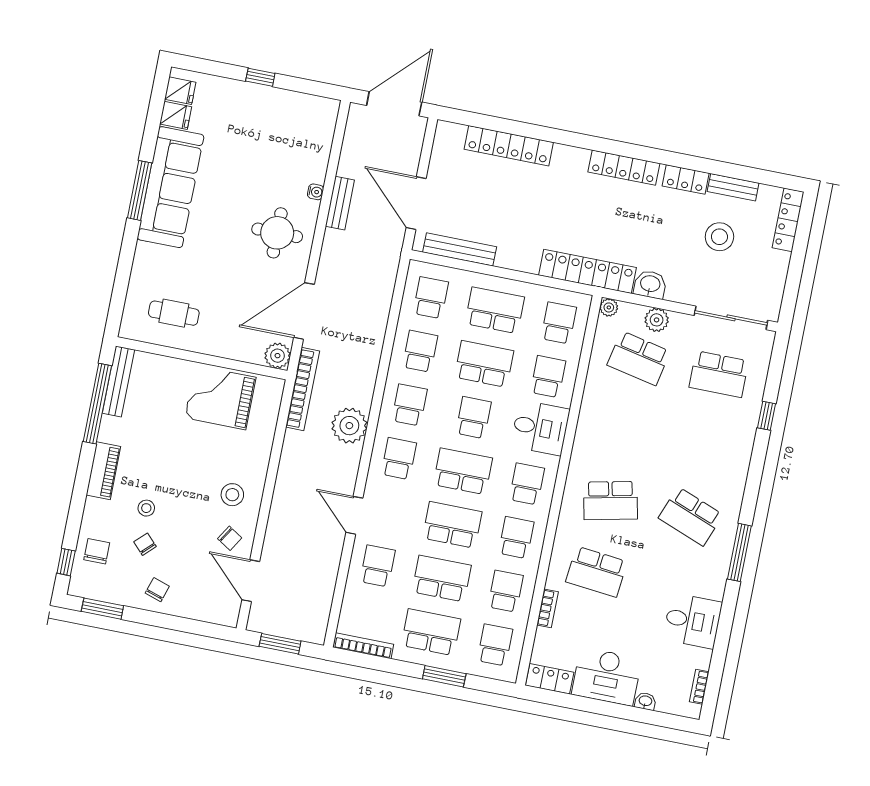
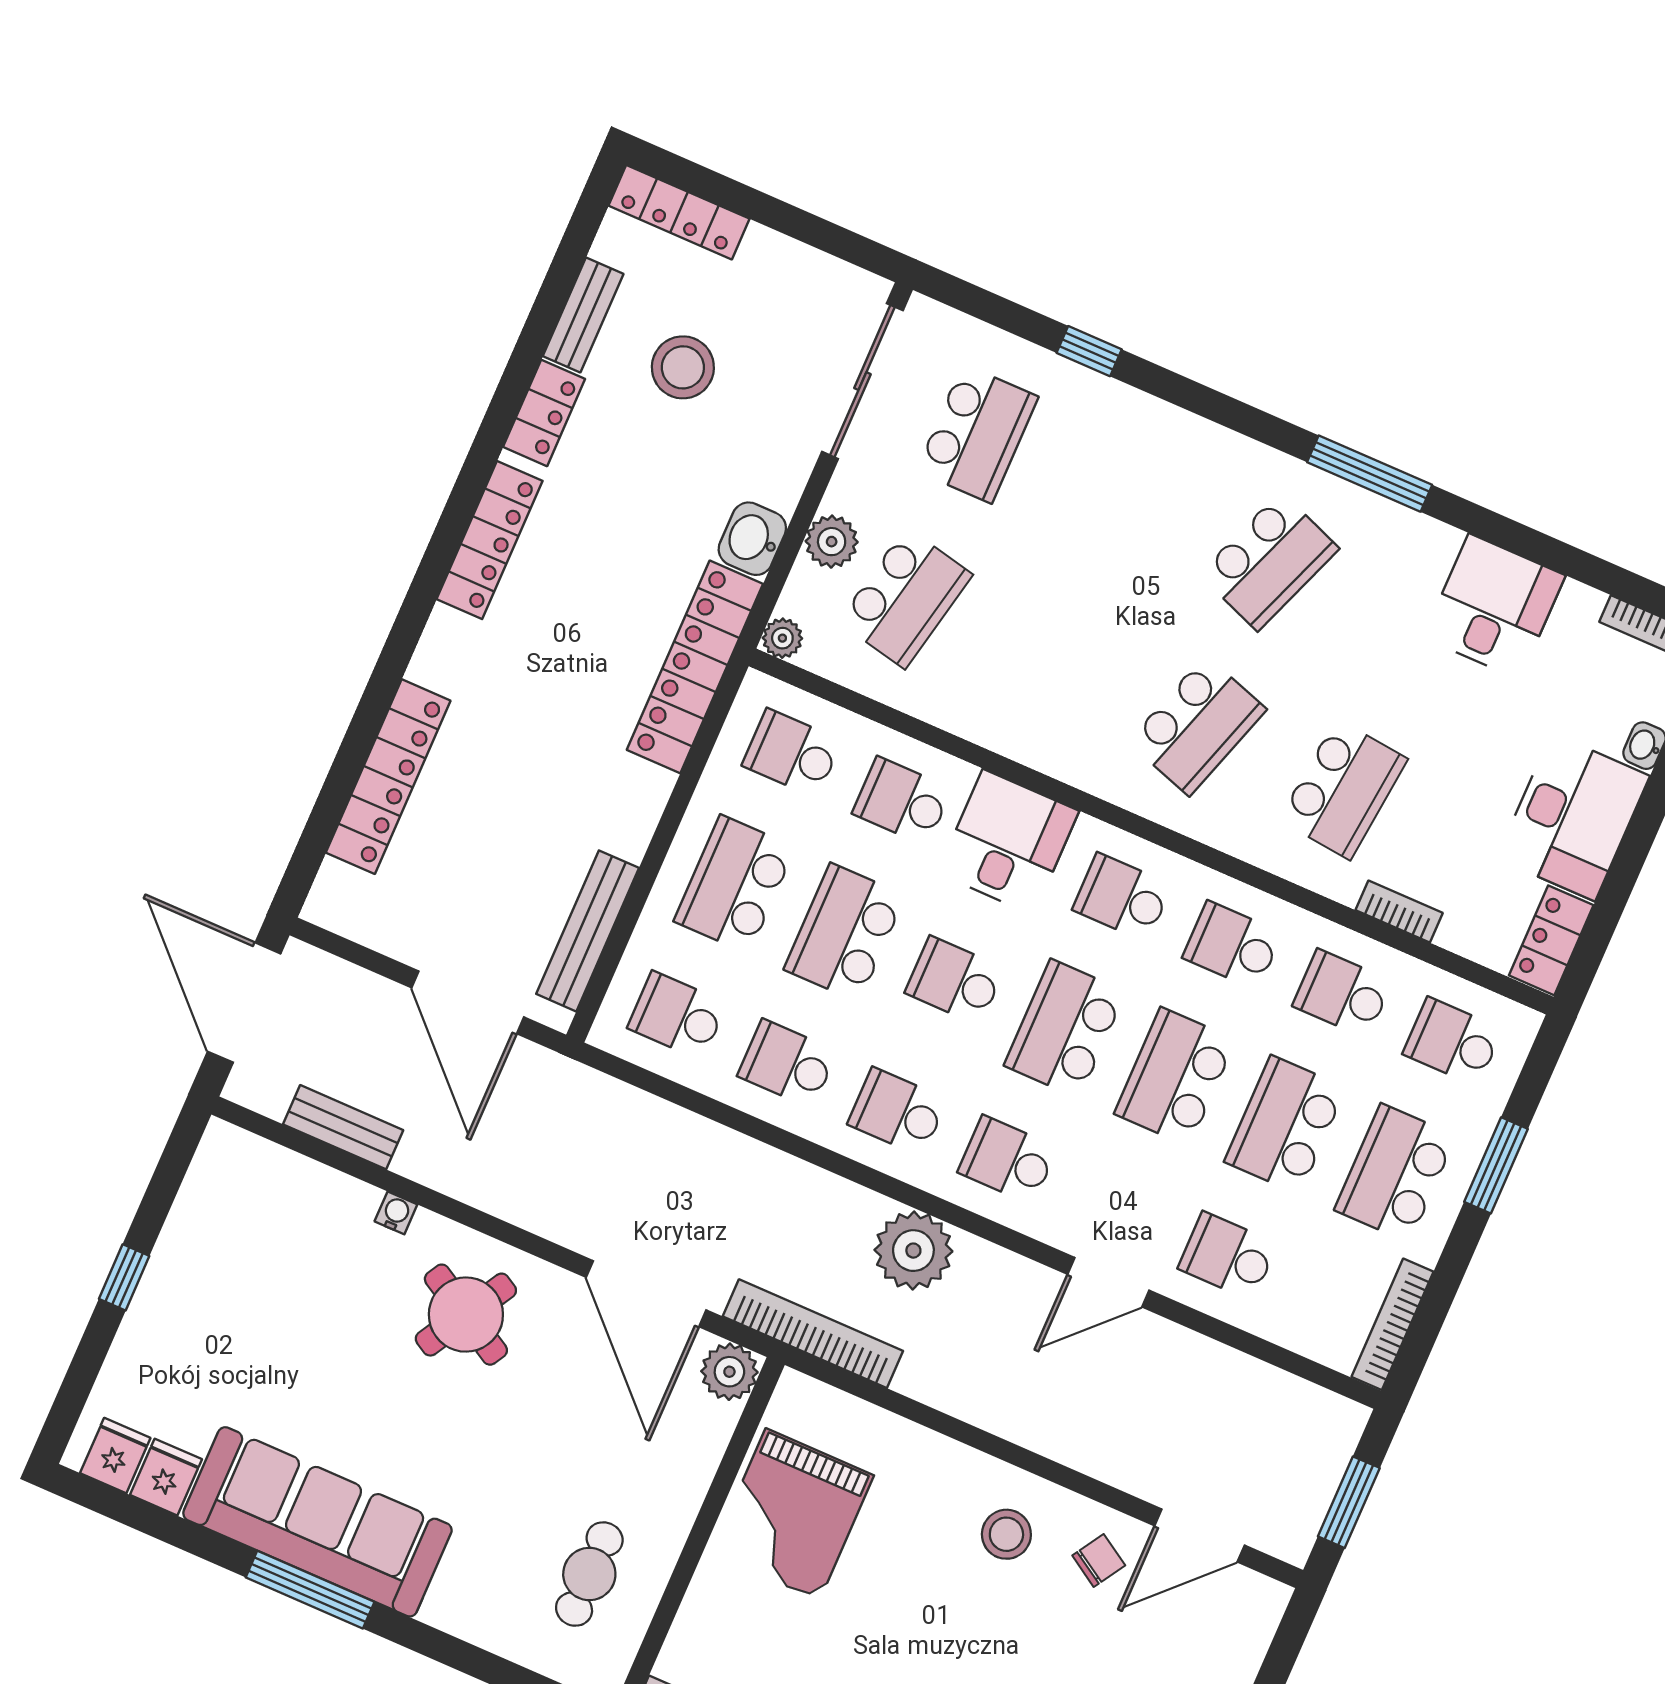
bench: (340, 203) -> (343, 1127), moved
door: (416, 203) -> (468, 1002), hinge flipped
round table: (277, 233) -> (466, 1315), turned 30
school desk: (611, 500) -> (1197, 726), turned 30

